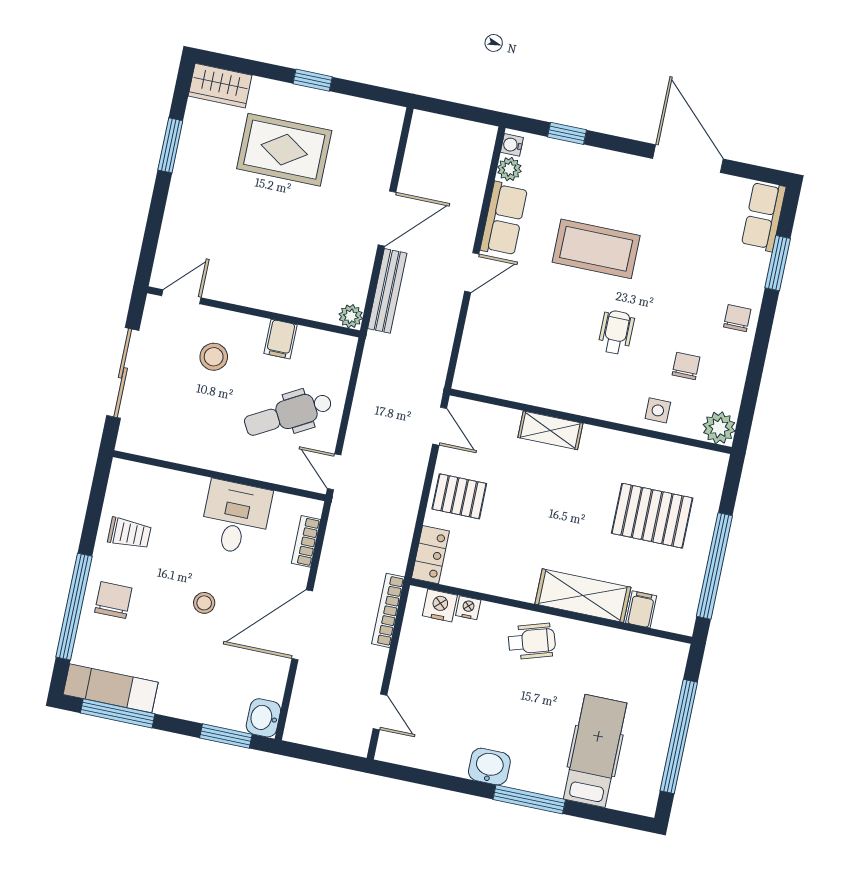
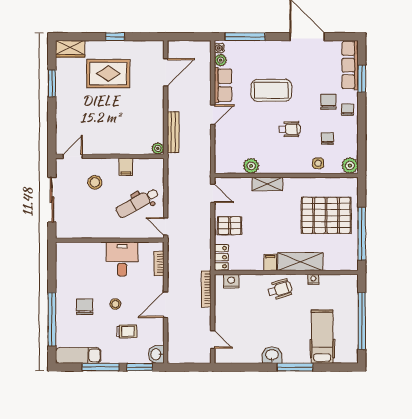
window: (567, 133) -> (245, 37), width x2.17
row of seats: (764, 216) -> (350, 65), width x1.48
door: (387, 218) -> (166, 72), moved
chair: (703, 295) -> (328, 102), added
wheelchair: (616, 332) -> (290, 129), turned 90
plant: (526, 388) -> (251, 166), added
pallet: (652, 516) -> (326, 215), width x1.37, depth x1.41
trolley: (129, 533) -> (127, 331), moved
chair: (113, 600) -> (85, 307), moved
nightstand: (468, 608) -> (313, 279), moved
filing cabinet: (641, 609) -> (270, 262), moved
door: (302, 625) -> (166, 305), width x0.73
window: (118, 713) -> (101, 367), moved

